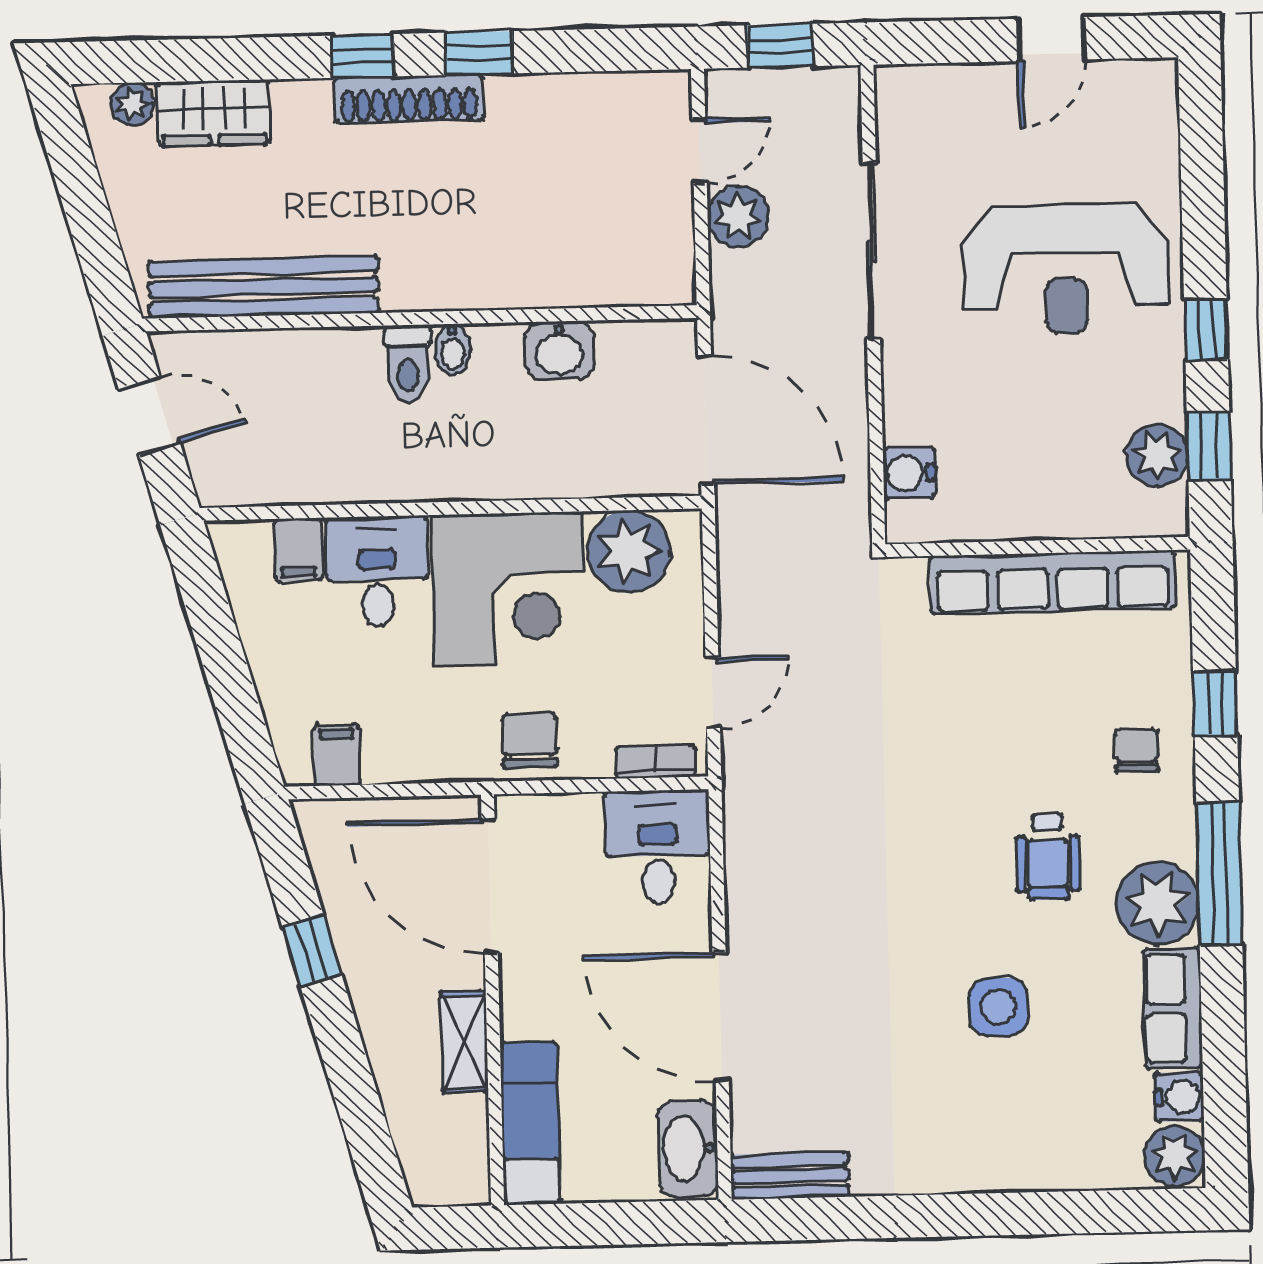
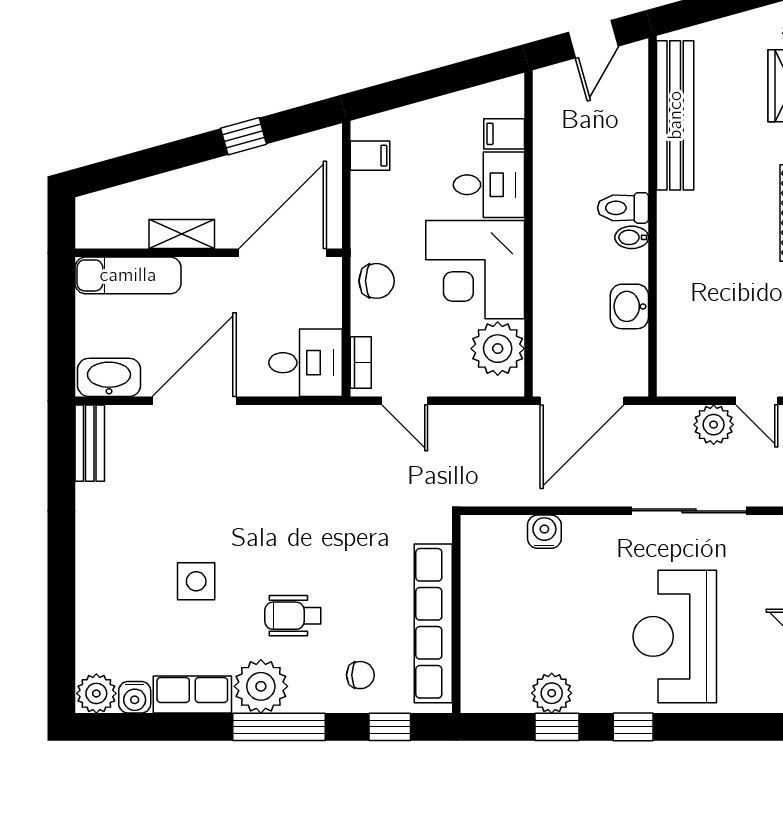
wall: (1038, 547) -> (456, 614), moved
row of seats: (1053, 582) -> (433, 623), moved

